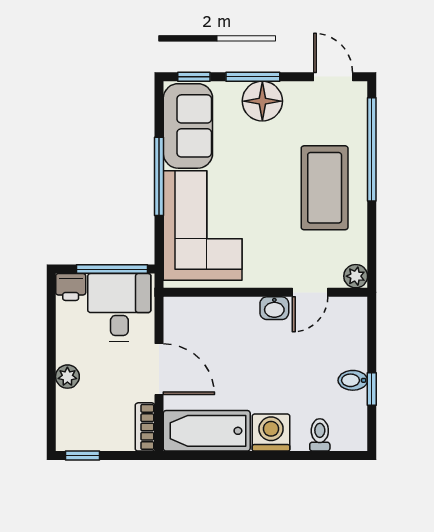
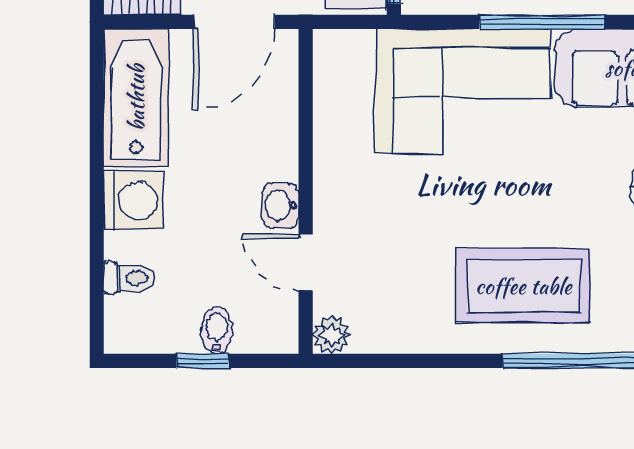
plant: (356, 276) -> (331, 335), moved
wall: (265, 292) -> (306, 191), moved
door: (310, 292) -> (306, 262), moved
washbasin: (274, 308) -> (280, 206), moved

